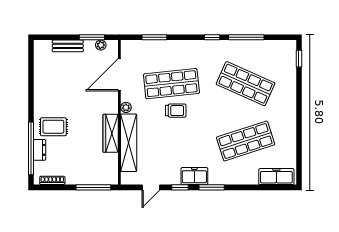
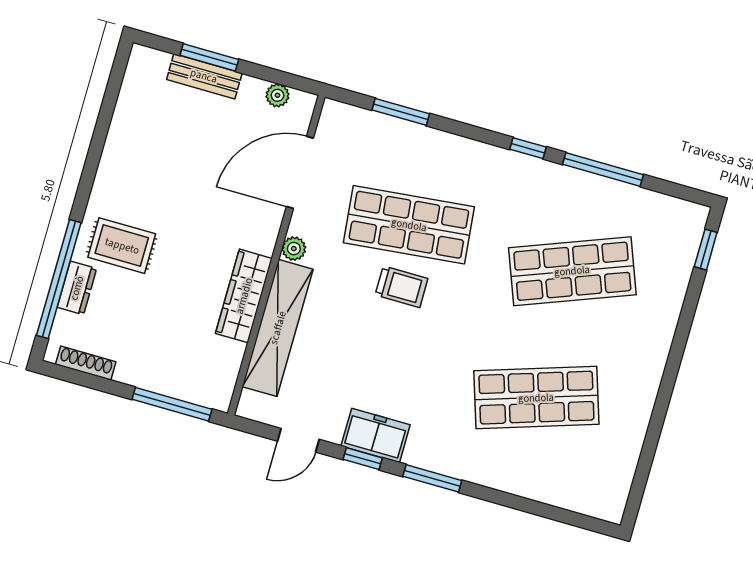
window: (92, 37) -> (209, 57), moved
shop shelf: (246, 84) -> (572, 271), turned -45
freezer: (194, 176) -> (376, 435), moved
freezer: (276, 177) -> (582, 495), removed

